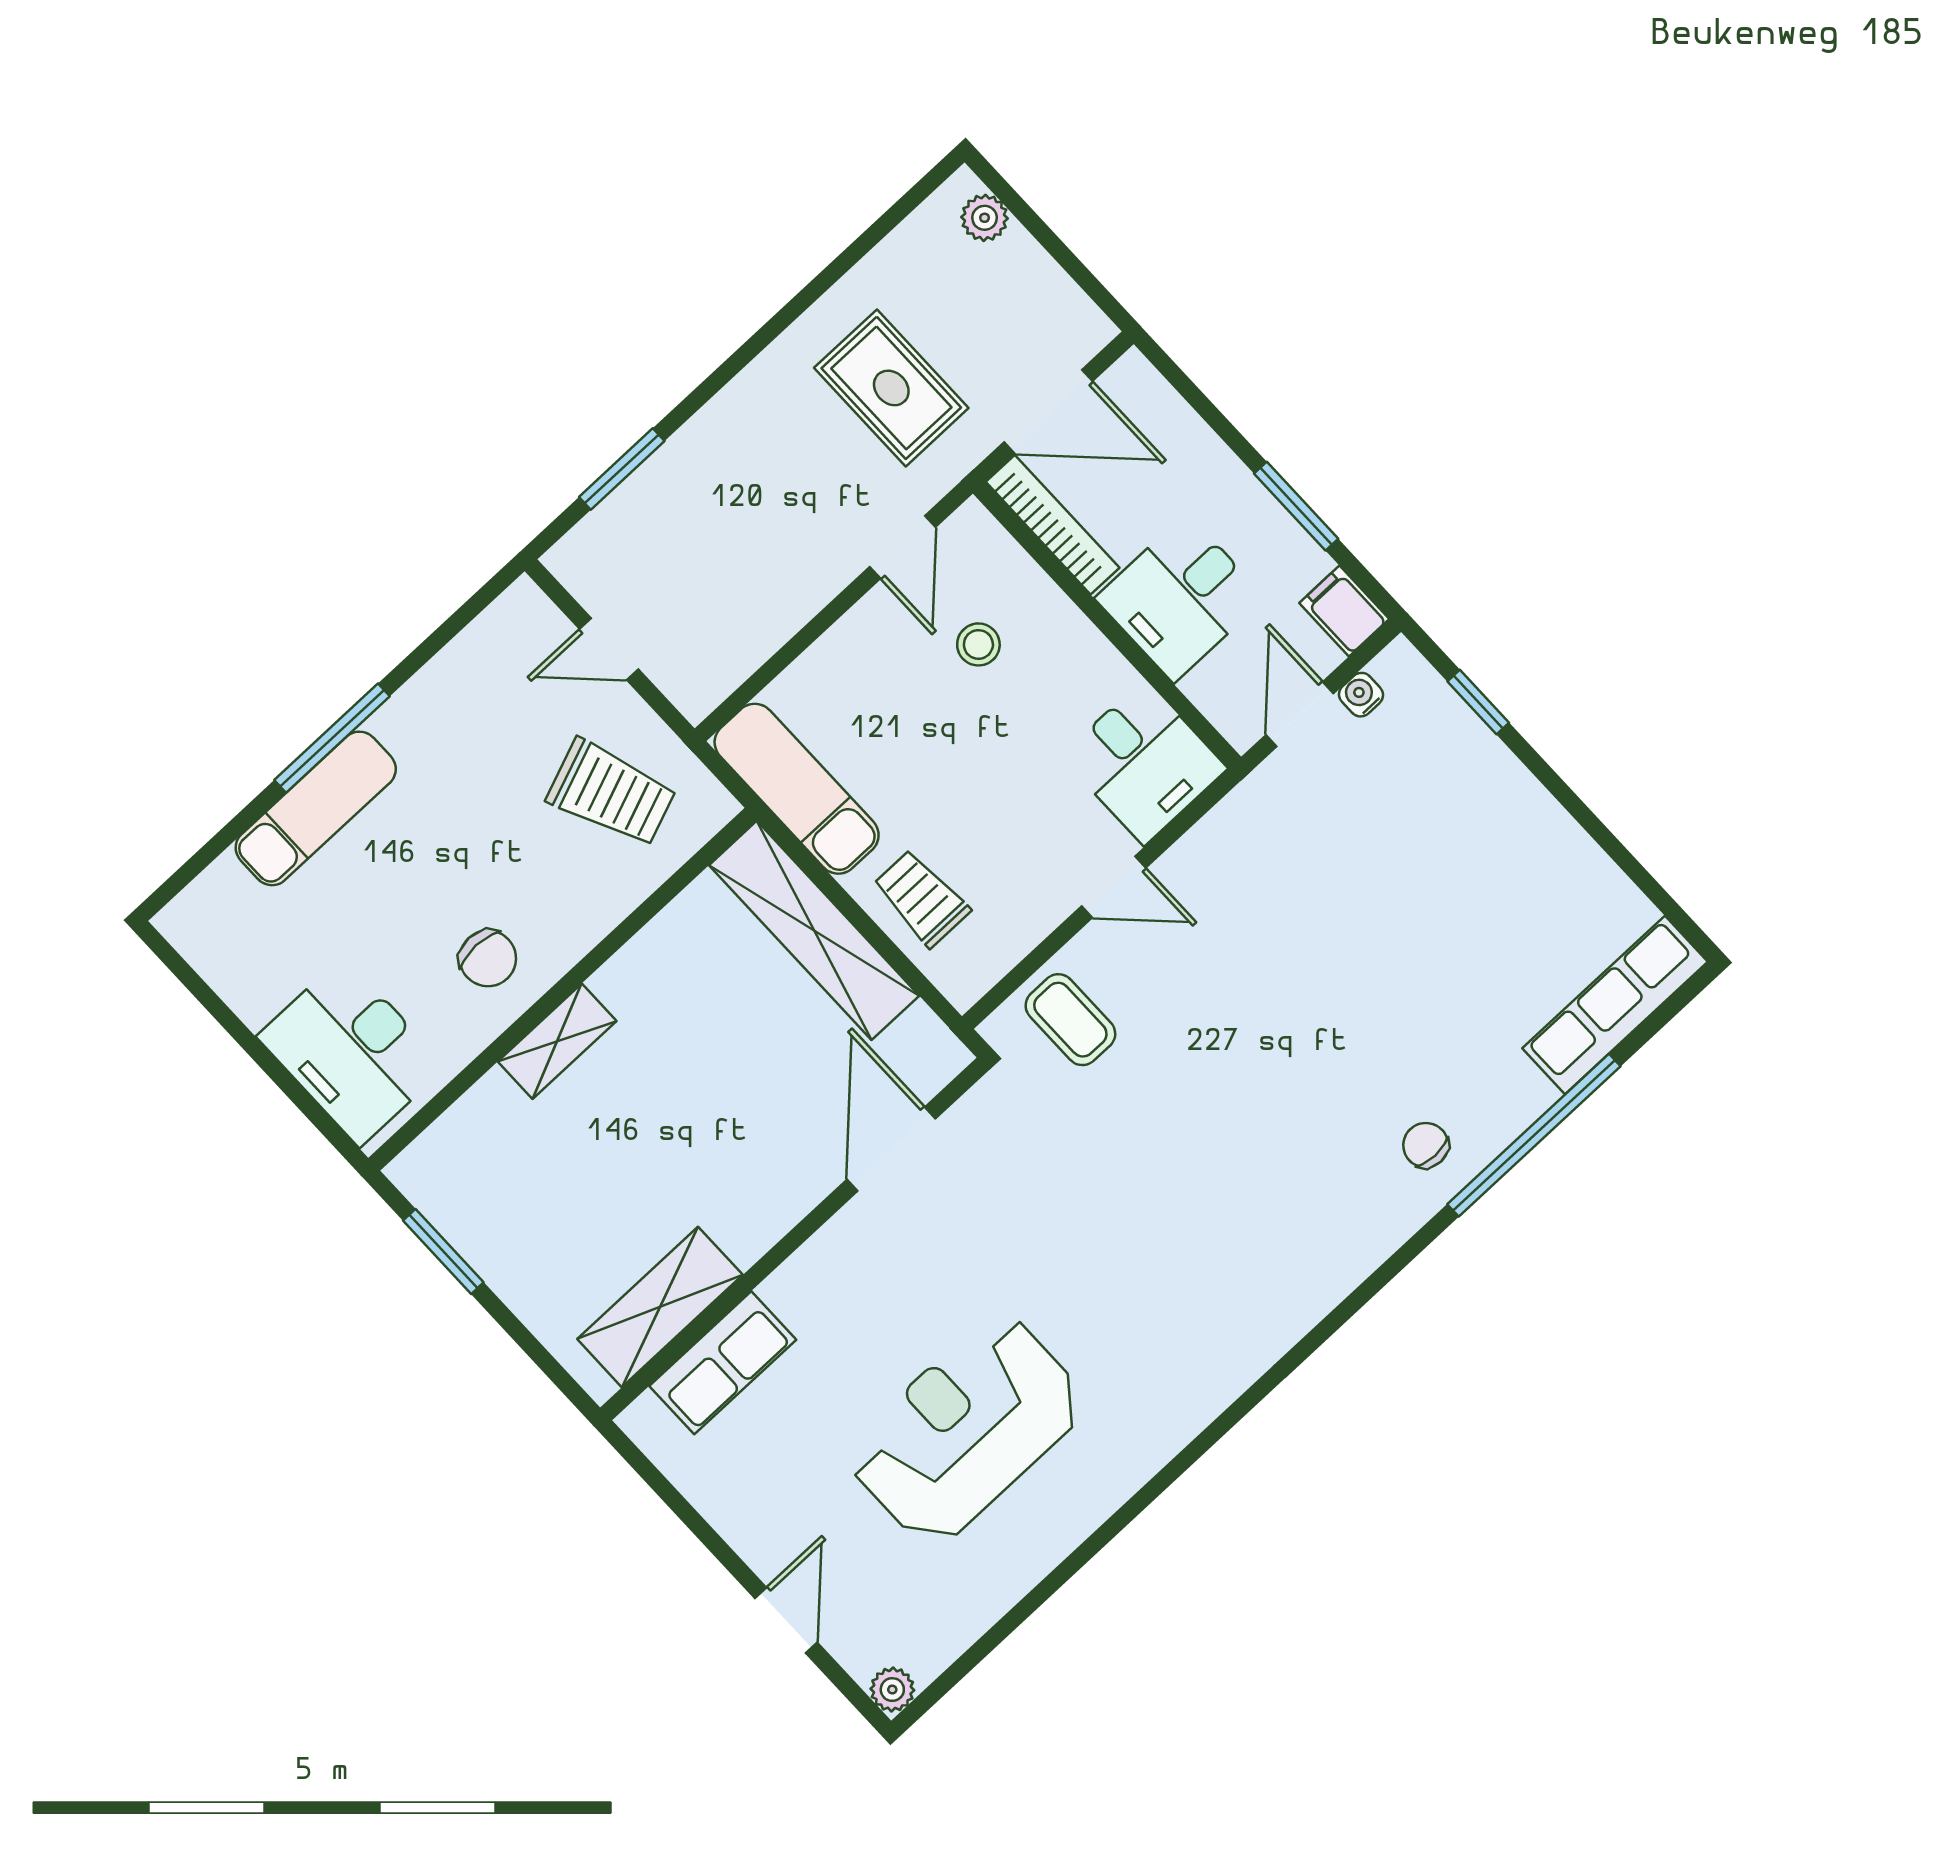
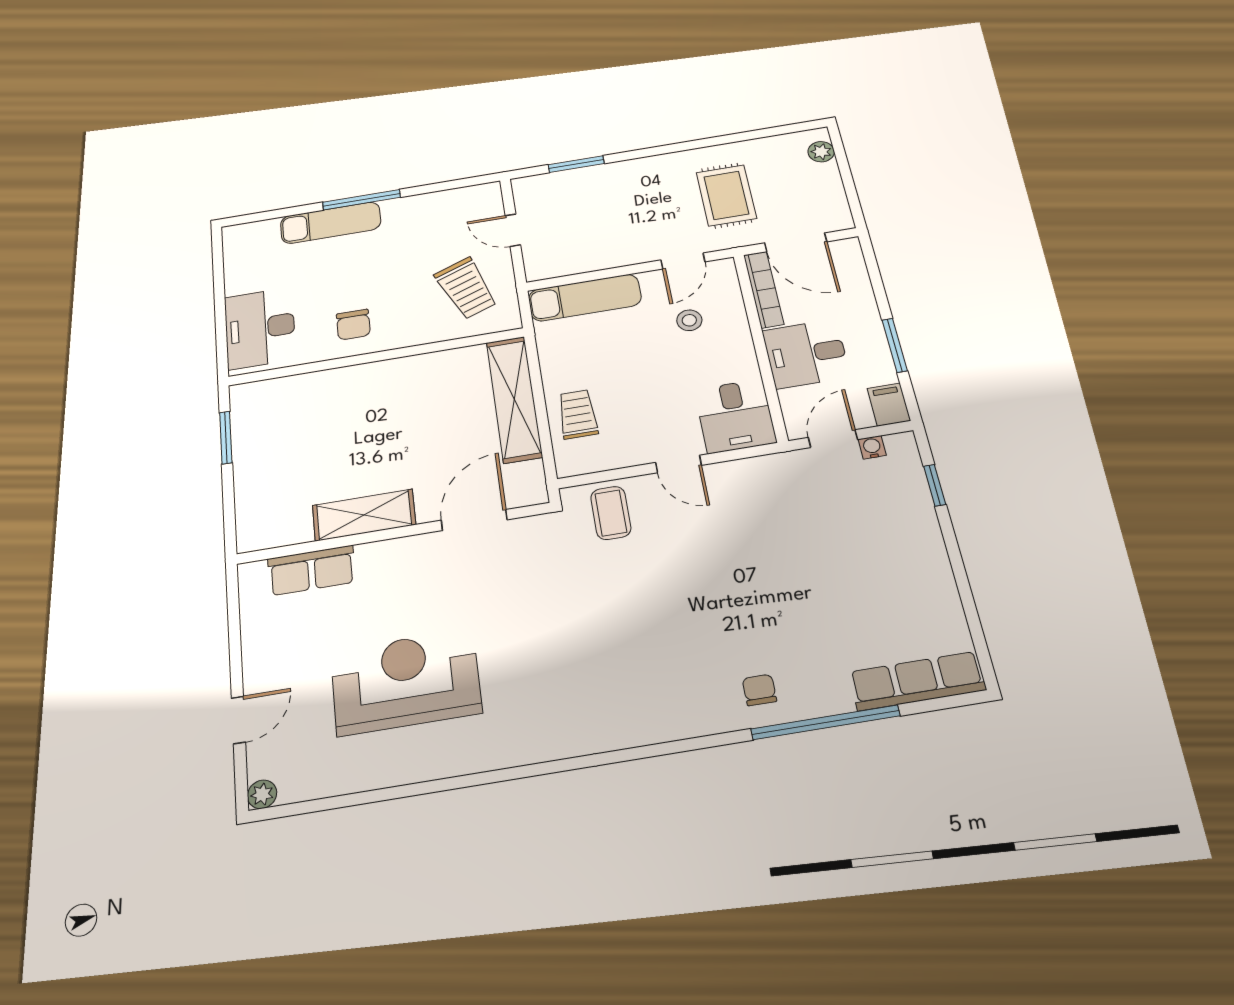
exam couch: (797, 789) -> (585, 298), moved, turned 90
shelving: (557, 1041) -> (355, 377), removed
shelving: (660, 1307) -> (364, 515), moved

